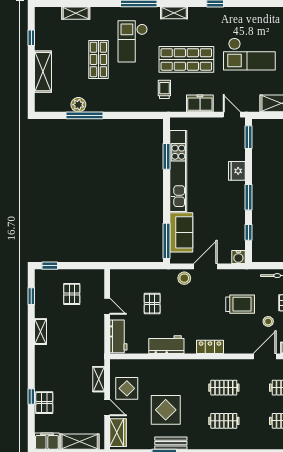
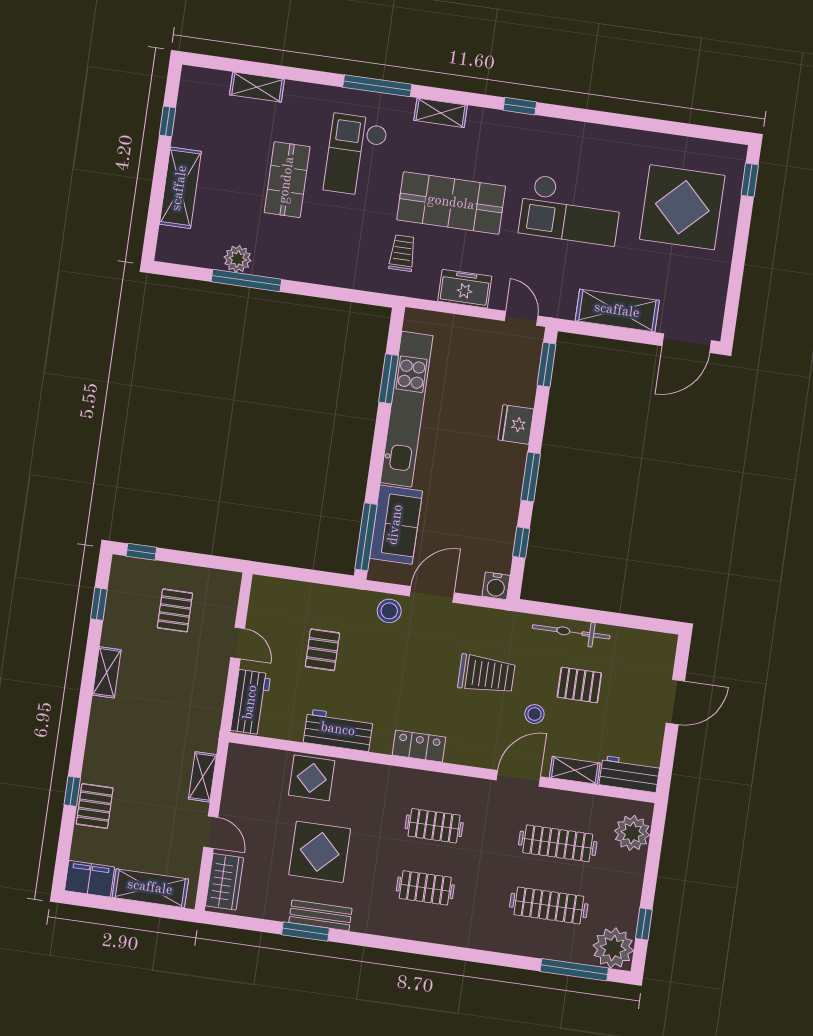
display table: (127, 388) -> (312, 778), moved

